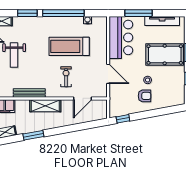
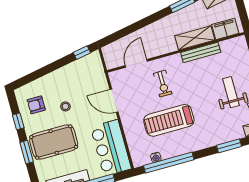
window: (63, 13) -> (169, 163), moved
treadmill: (69, 46) -> (169, 120), turned 180
armchair: (145, 96) -> (36, 105), moved
shelving: (45, 106) -> (195, 38), moved

